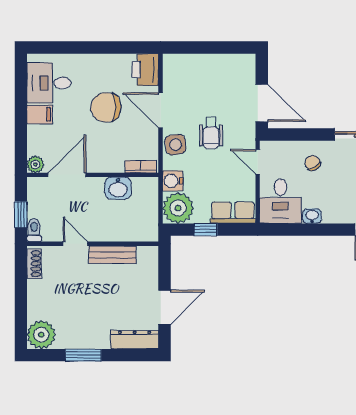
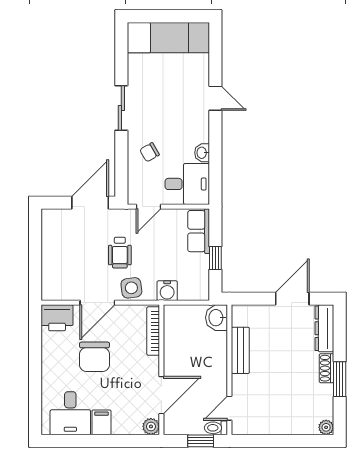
wheelchair: (211, 133) -> (120, 253), turned 90
bookcase: (141, 167) -> (153, 331), width x1.56
door: (67, 175) -> (161, 395), swing flipped
washbasin: (118, 188) -> (216, 318), moved, turned 180
plant: (178, 208) -> (194, 285), removed
door: (75, 244) -> (229, 408), moved
shoe rack: (34, 264) -> (327, 368), moved, turned -90
door: (165, 307) -> (292, 299), hinge flipped
plant: (41, 335) -> (326, 427), width x0.53, depth x0.53

